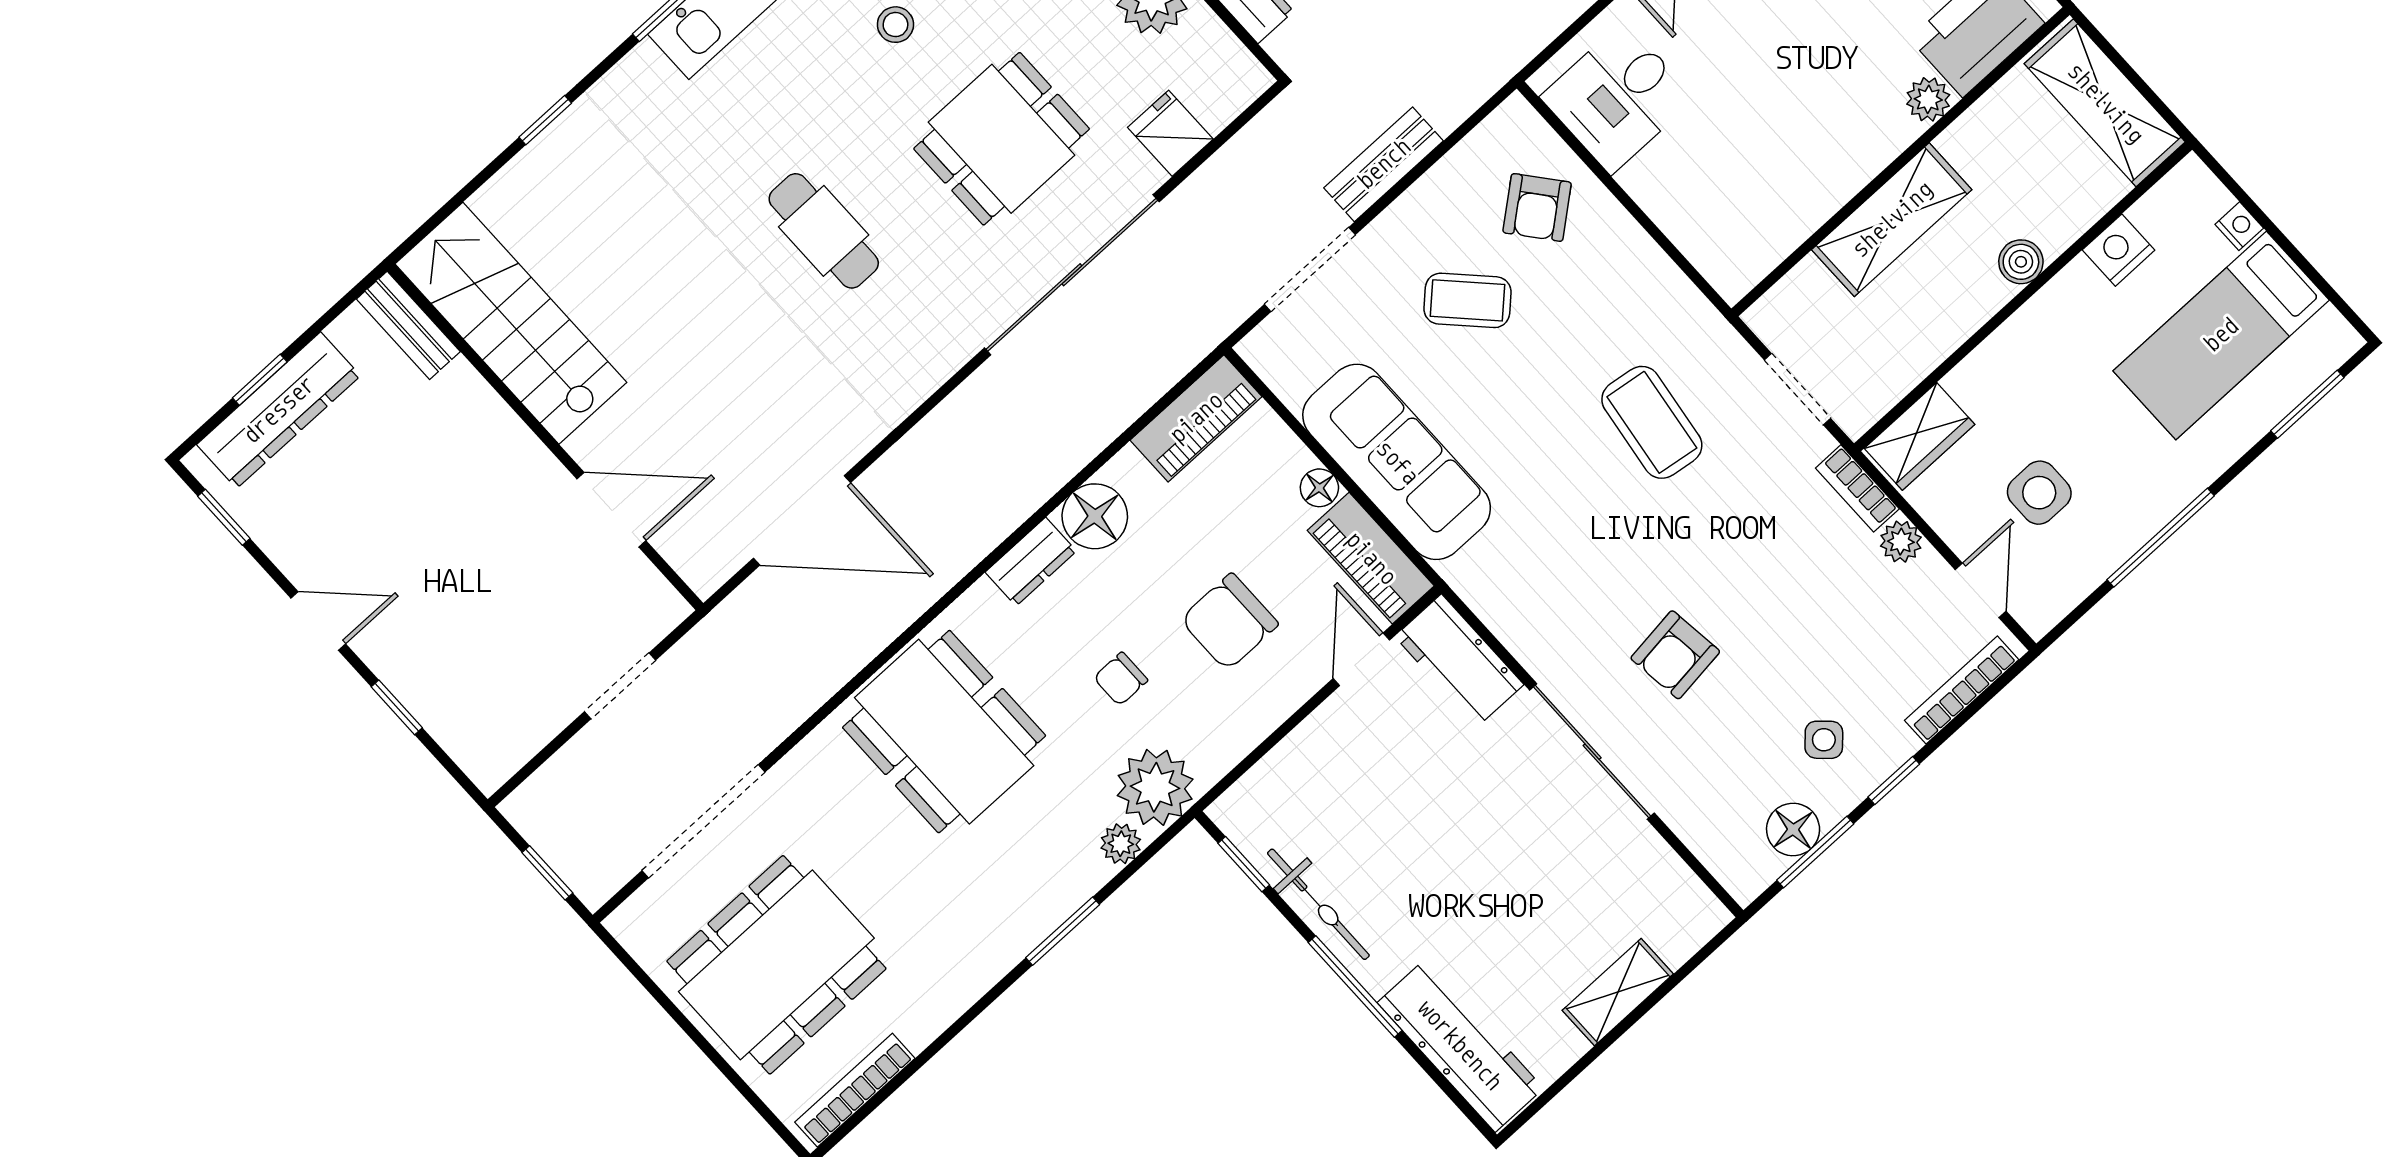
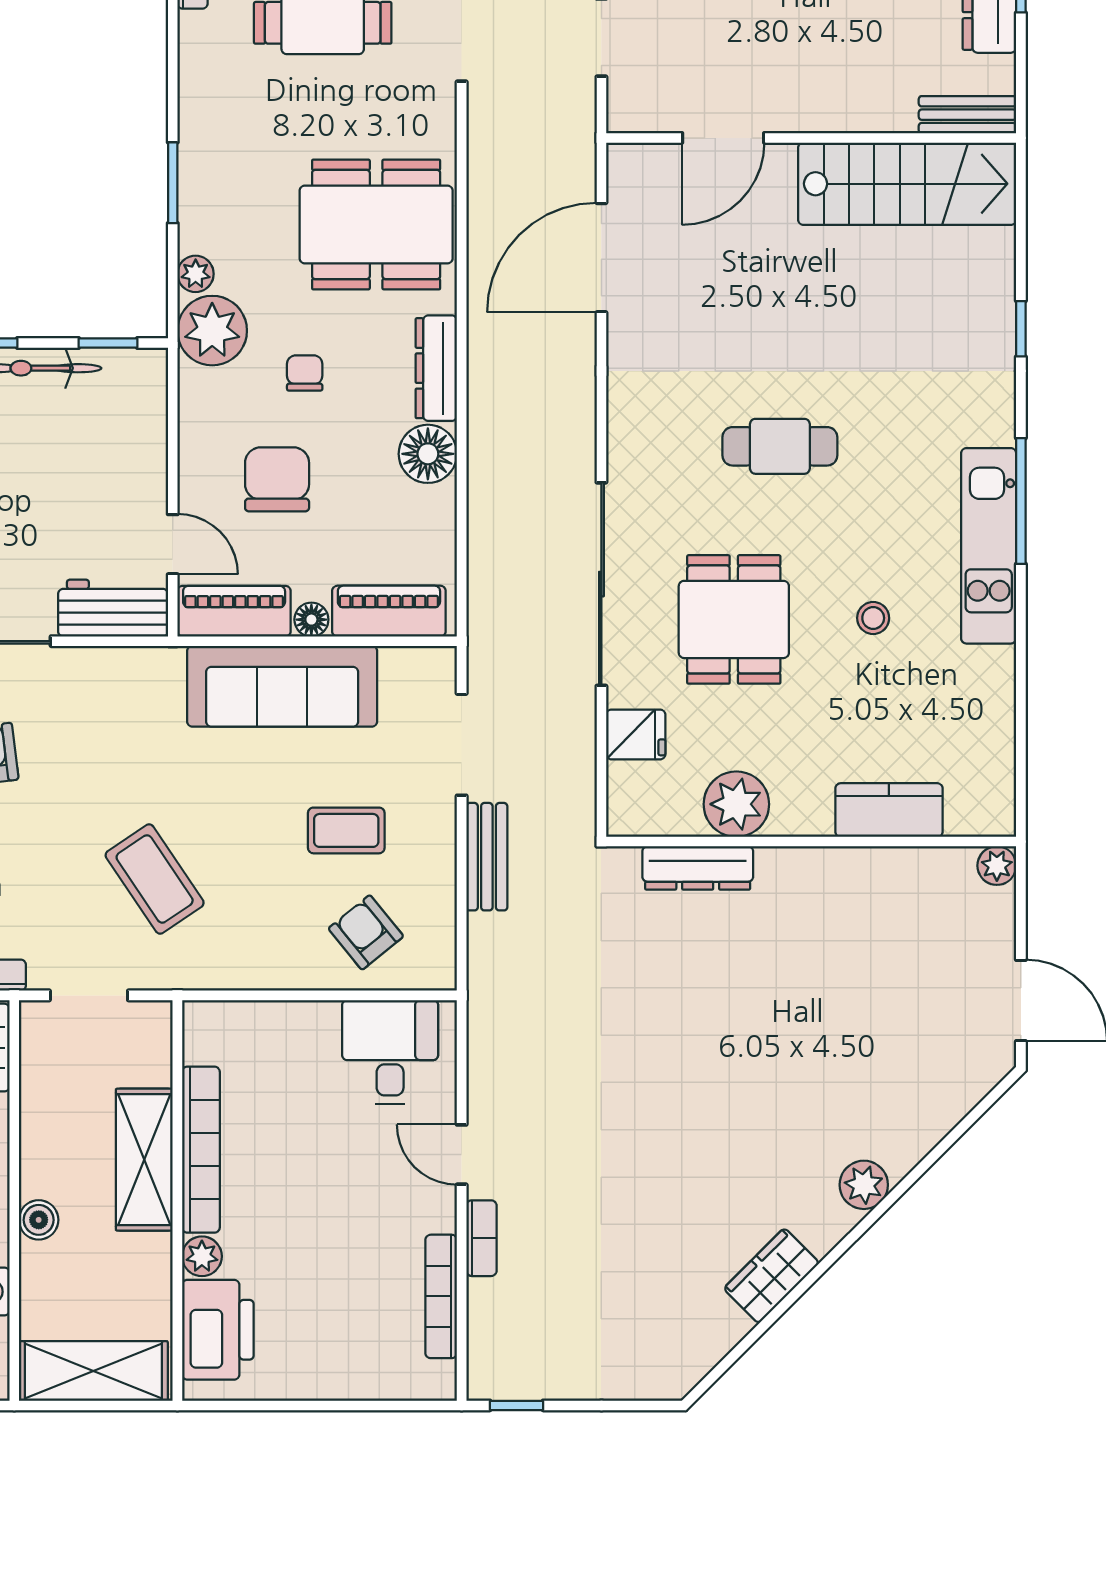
bookcase: (1841, 180) -> (201, 1150), added
coffee table: (1468, 300) -> (346, 830), turned 44
piano: (1196, 418) -> (389, 611), moved, turned 90
coffee table: (1652, 422) -> (155, 879), turned 48
dresser: (1031, 562) -> (436, 368), width x1.44

